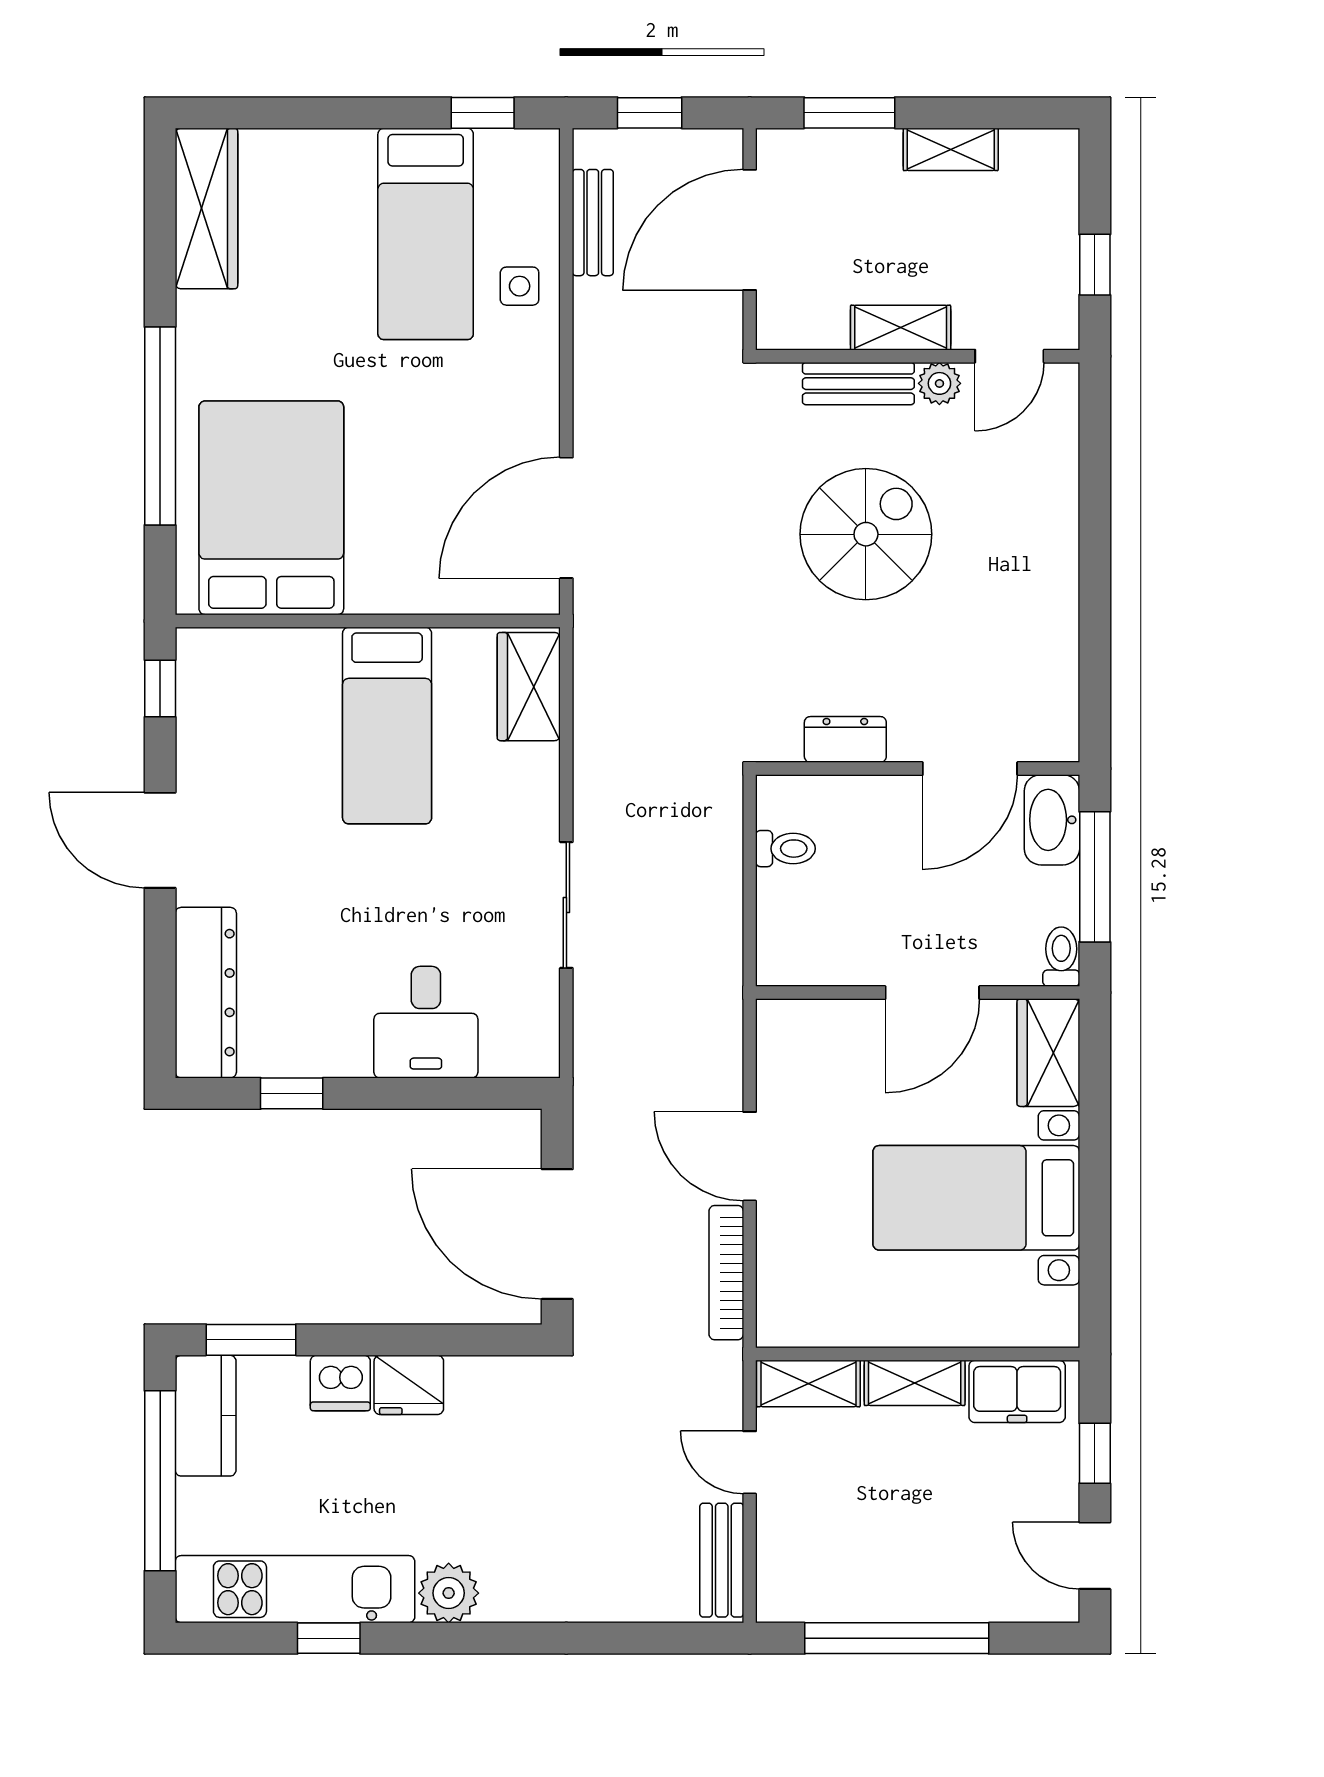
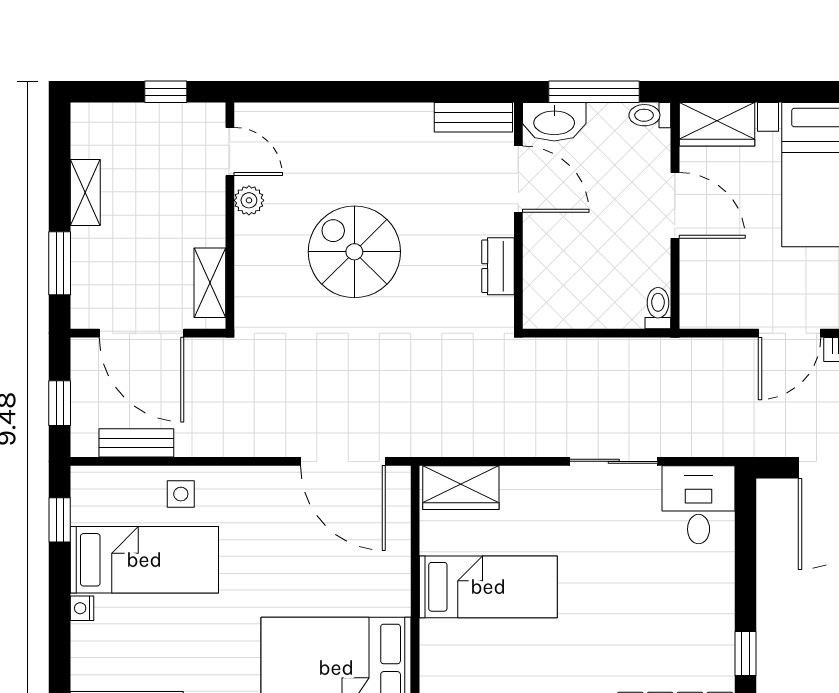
nightstand: (356, 145) -> (82, 608), added
shelving: (901, 328) -> (210, 283), moved
bench: (858, 384) -> (473, 117), moved, turned 90
toilet: (785, 849) -> (658, 308), moved
desk: (426, 1022) -> (699, 505), moved, turned -90

